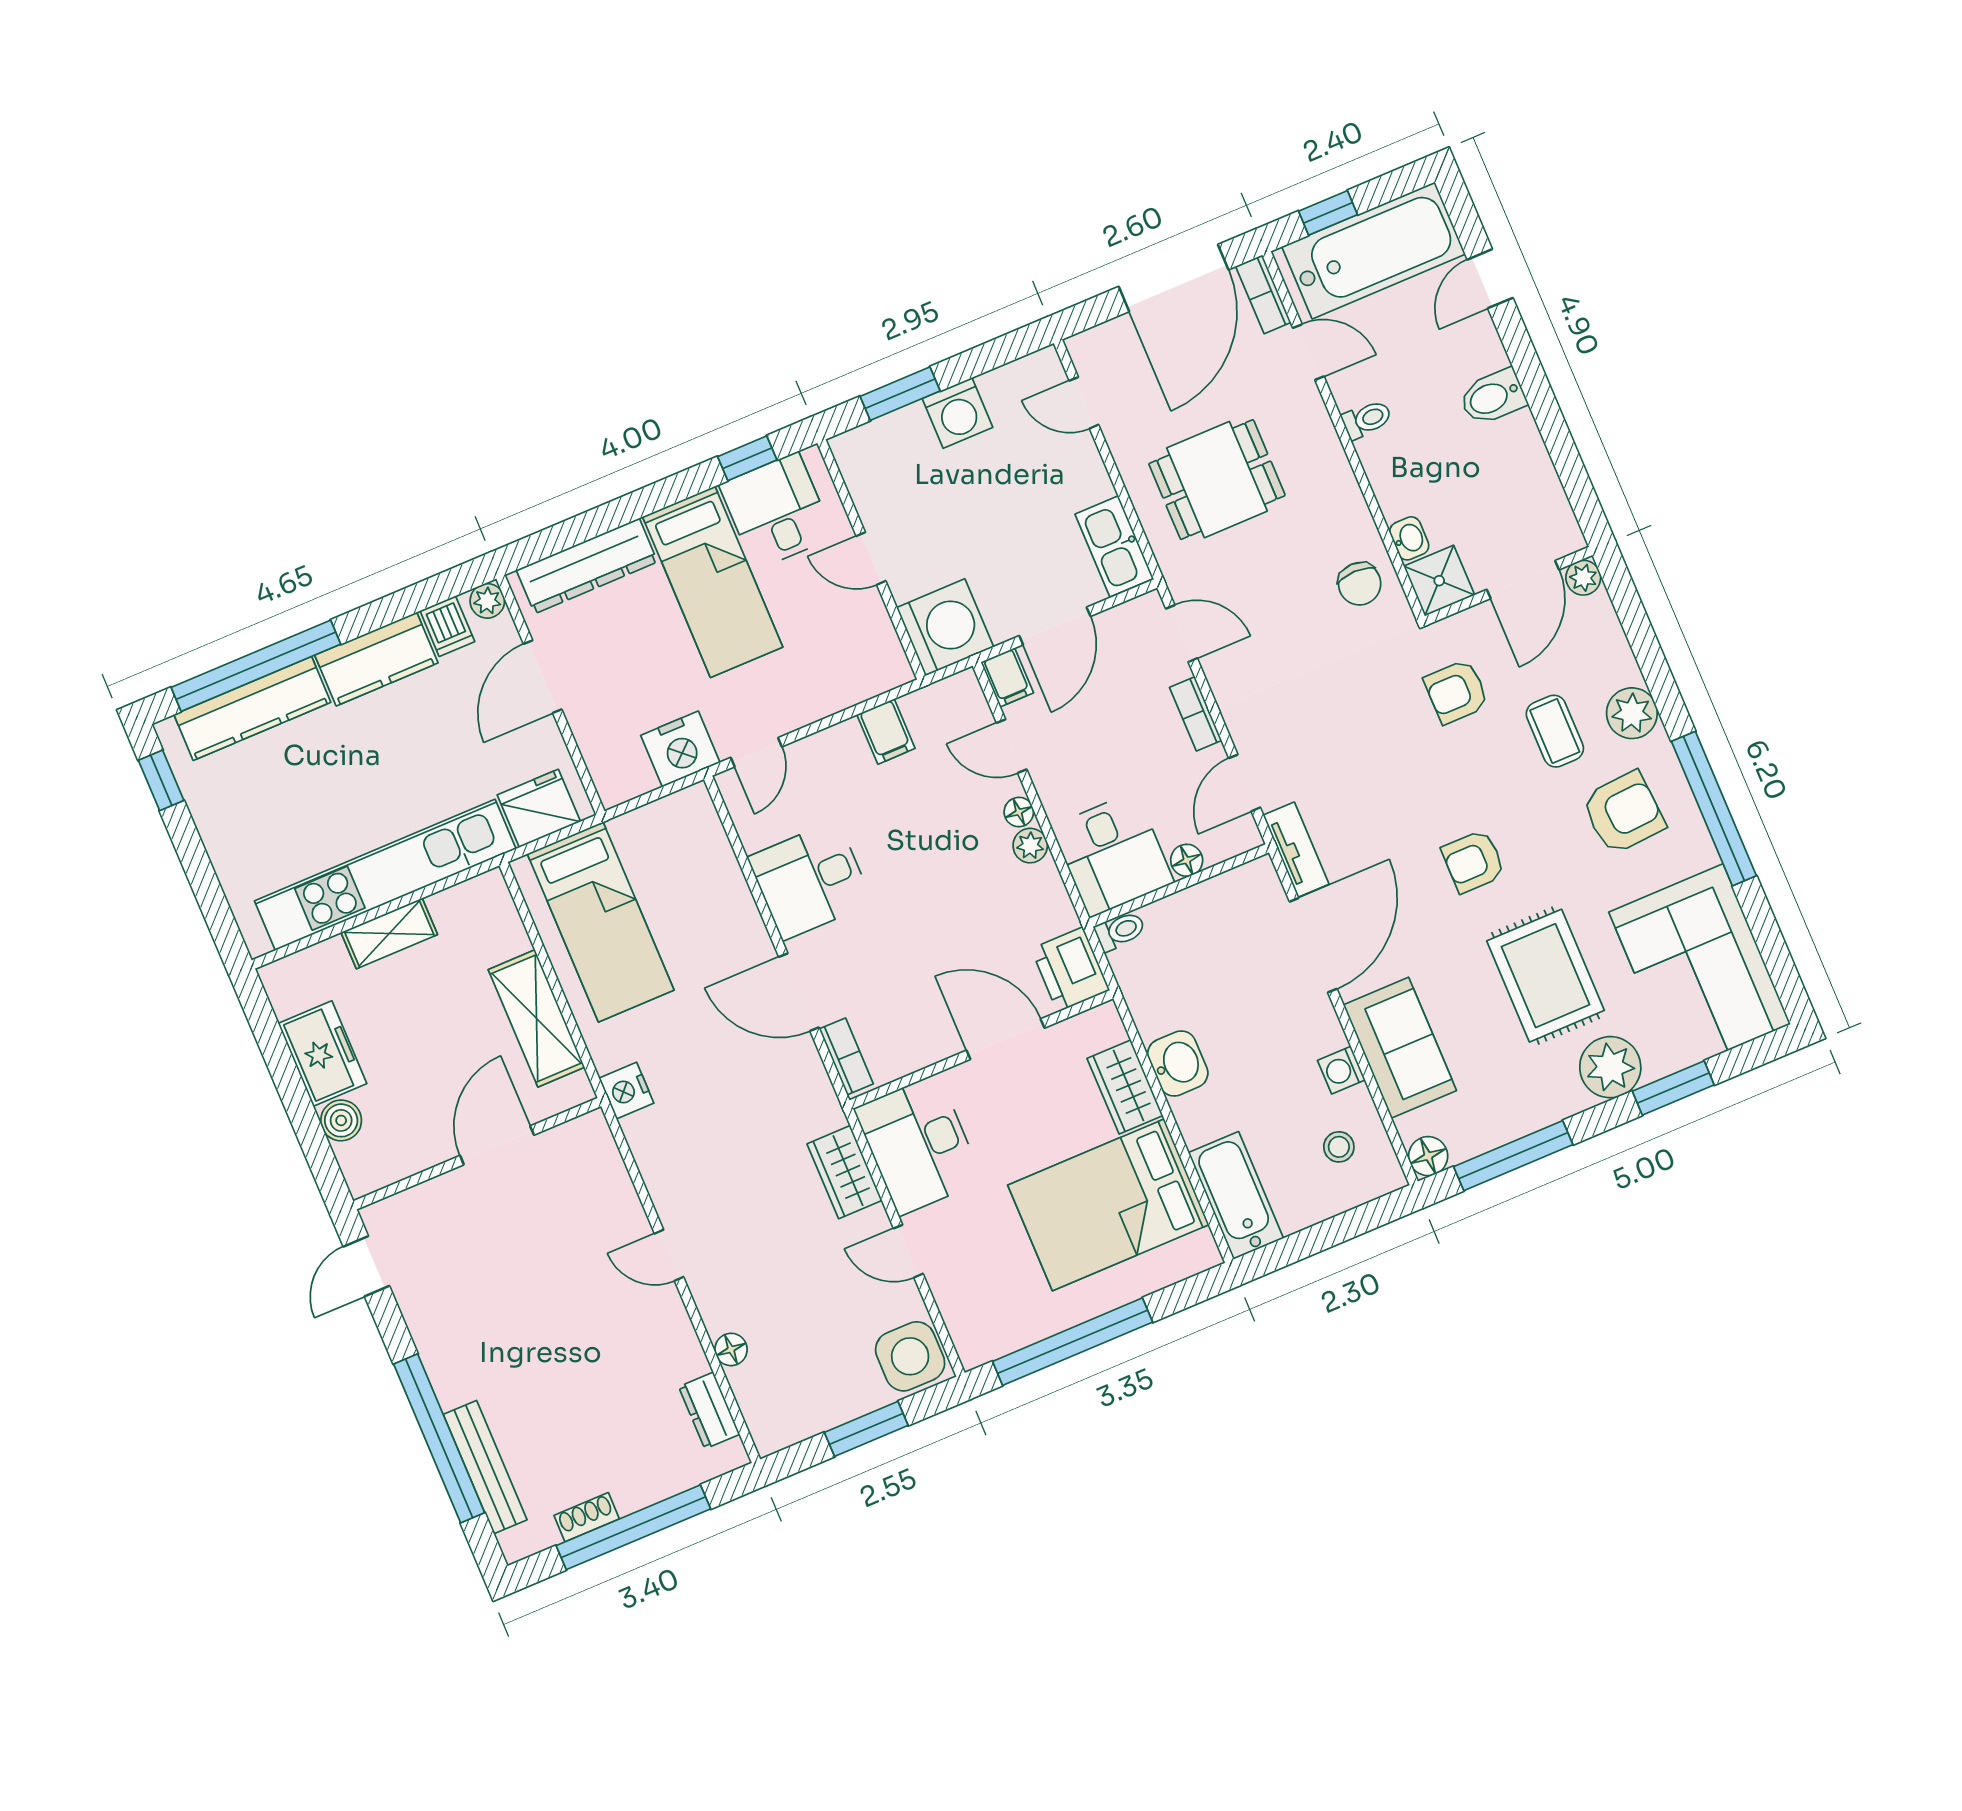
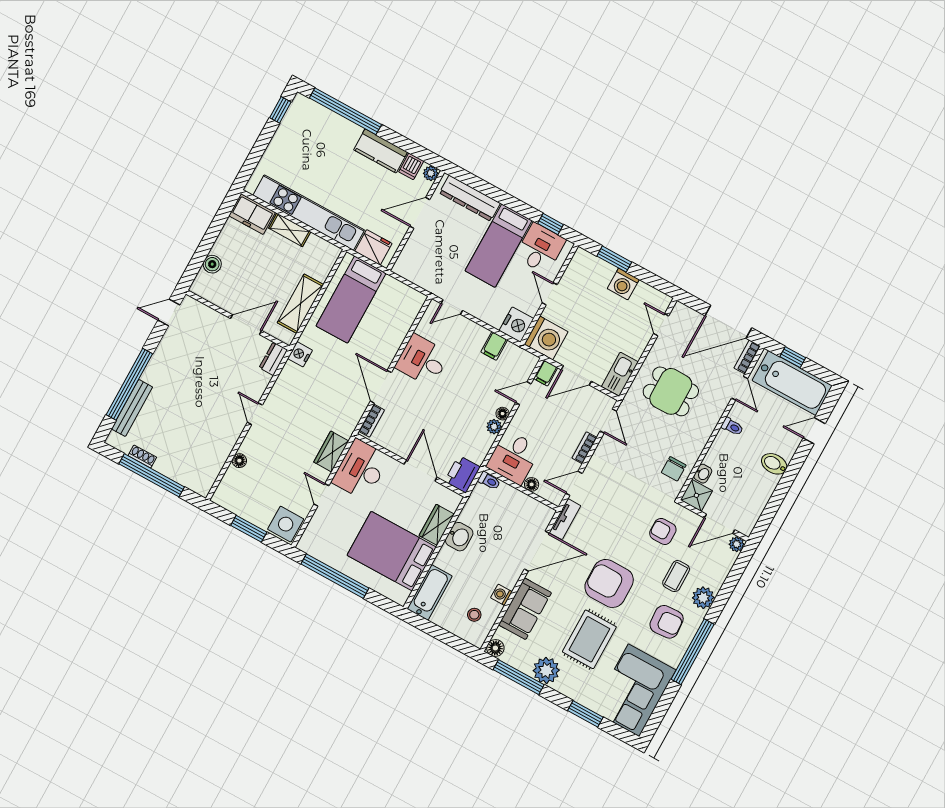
kitchen counter: (252, 708) -> (330, 122), removed
door: (1012, 746) -> (523, 393), hinge flipped
nightstand: (680, 749) -> (516, 325), moved, turned -90
armchair: (1473, 861) -> (609, 583), width x1.88, depth x1.88
freezer: (322, 1054) -> (252, 214), moved, turned 90
plant: (1610, 1067) -> (546, 670), moved
dresser: (709, 1410) -> (273, 359), moved

